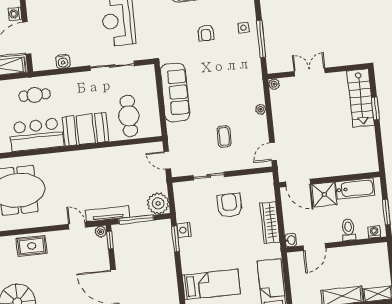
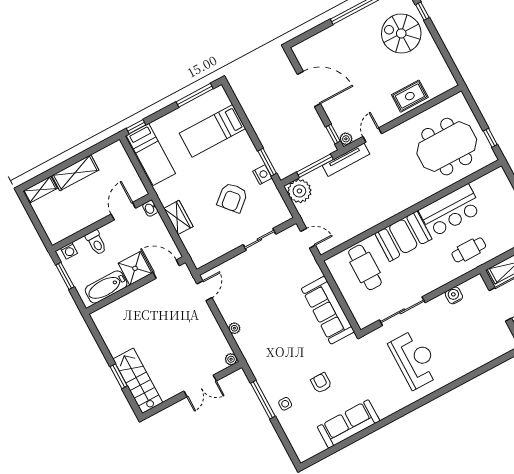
coffee table: (224, 137) -> (260, 286), removed
armchair: (229, 205) -> (232, 198), moved, turned 49
wardrobe: (270, 223) -> (178, 217), width x0.67
door: (77, 226) -> (372, 135), swing flipped

